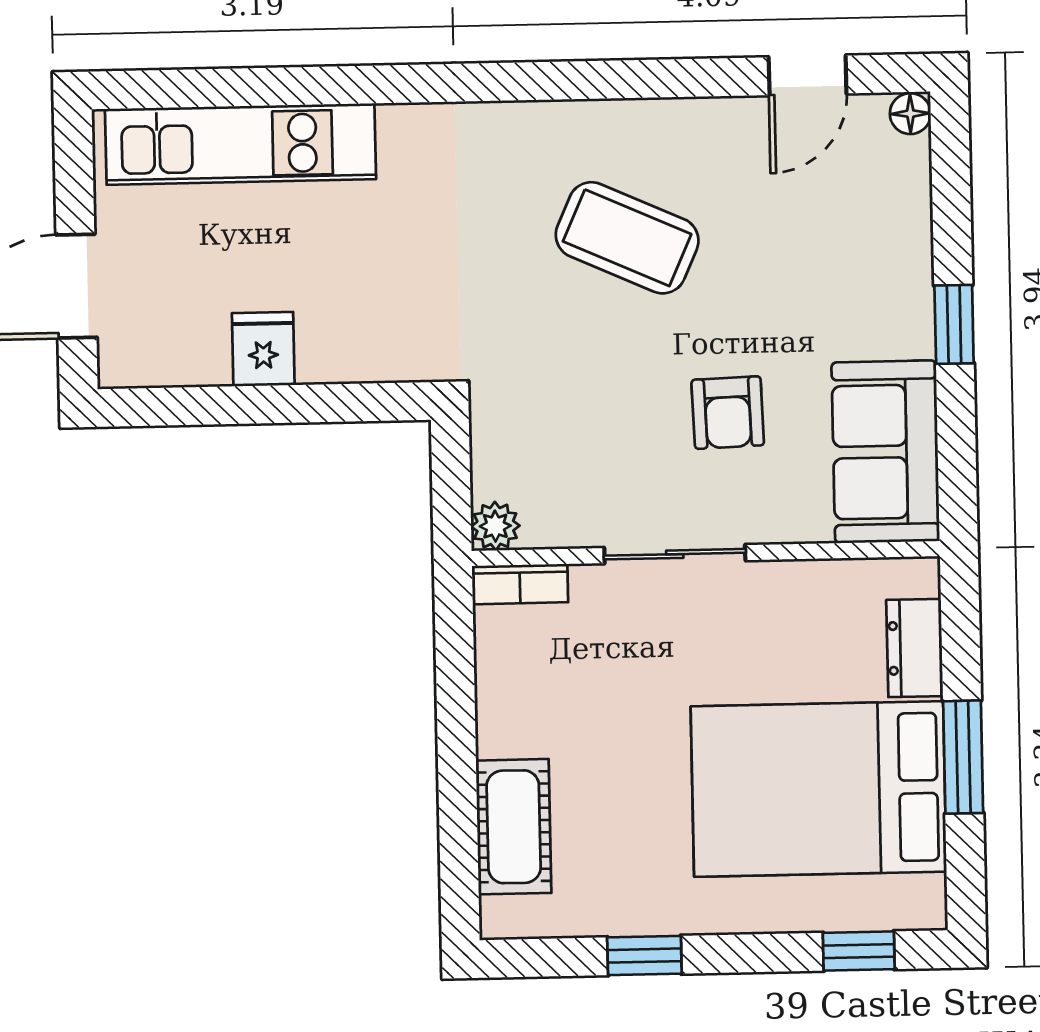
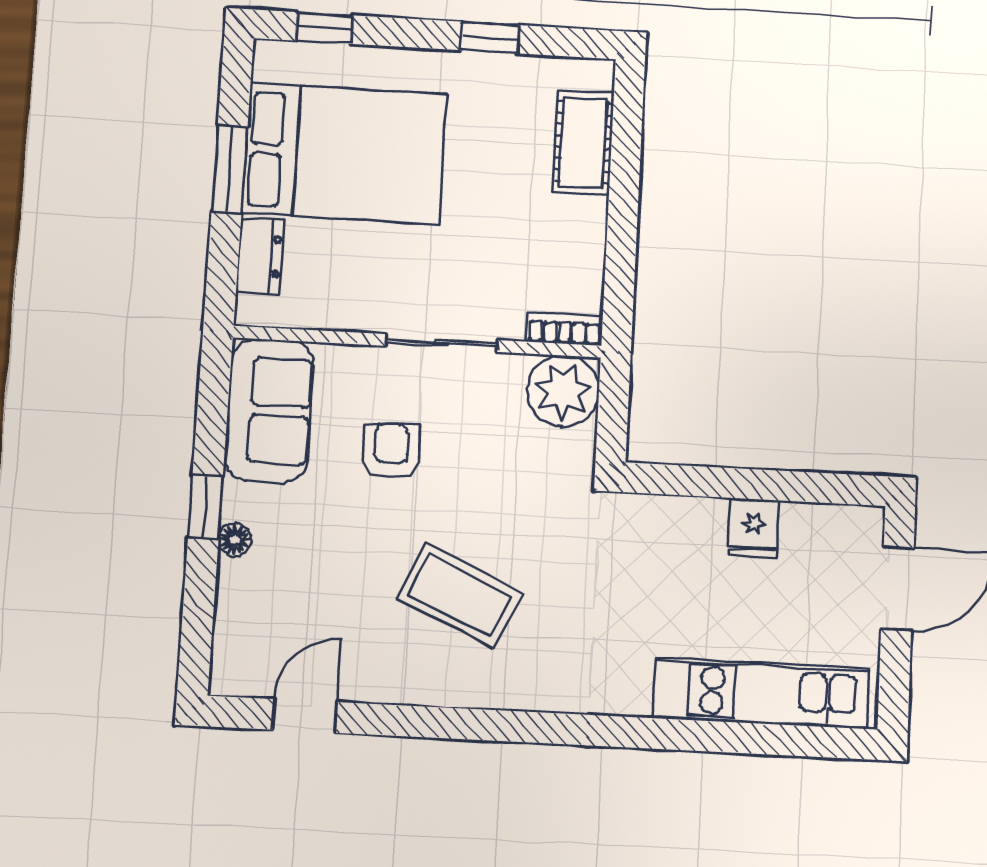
floor lamp: (910, 114) -> (235, 540), moved
plant: (495, 526) -> (563, 391), width x1.88, depth x1.88

